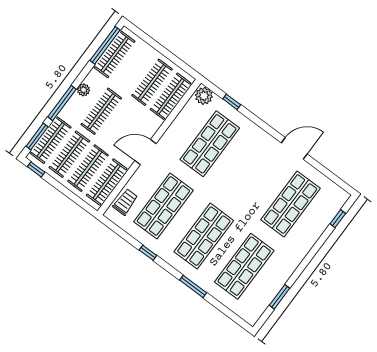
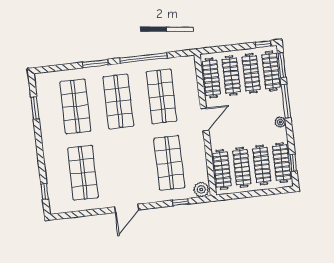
window: (105, 45) -> (293, 163), width x0.46
clothes rail: (101, 111) -> (262, 165), moved
door: (294, 148) -> (127, 208), moved
trolley: (125, 202) -> (188, 76), removed
window: (148, 253) -> (144, 58), width x3.17

